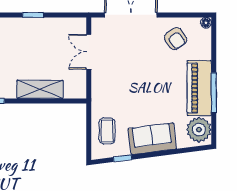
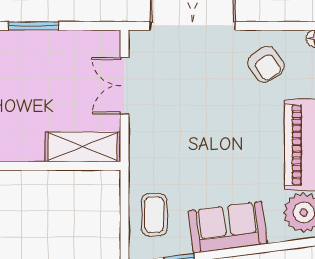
window: (33, 15) -> (33, 26), width x1.50
shelving: (40, 89) -> (83, 147), moved

